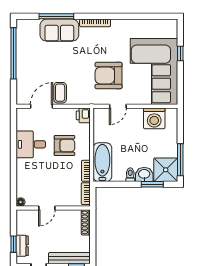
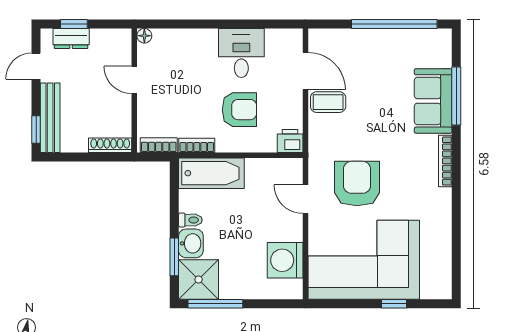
armchair: (64, 146) -> (239, 110), turned -90

